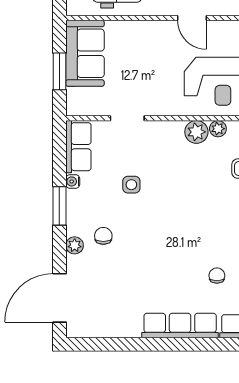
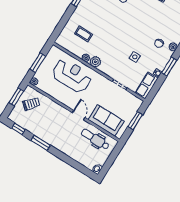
door: (192, 18) -> (79, 115), moved
sofa: (85, 53) -> (106, 120), moved, turned 90

